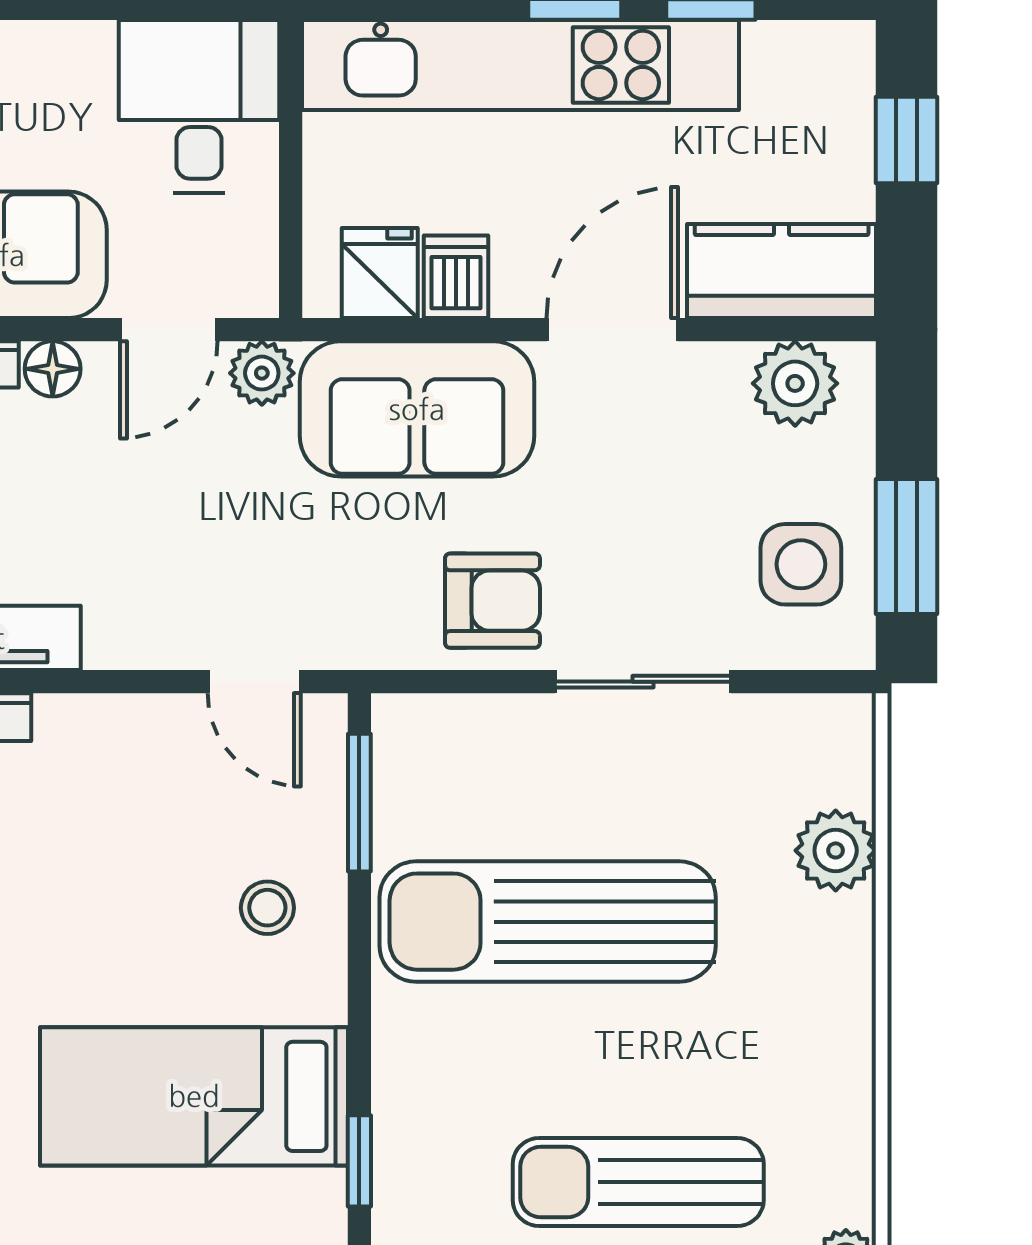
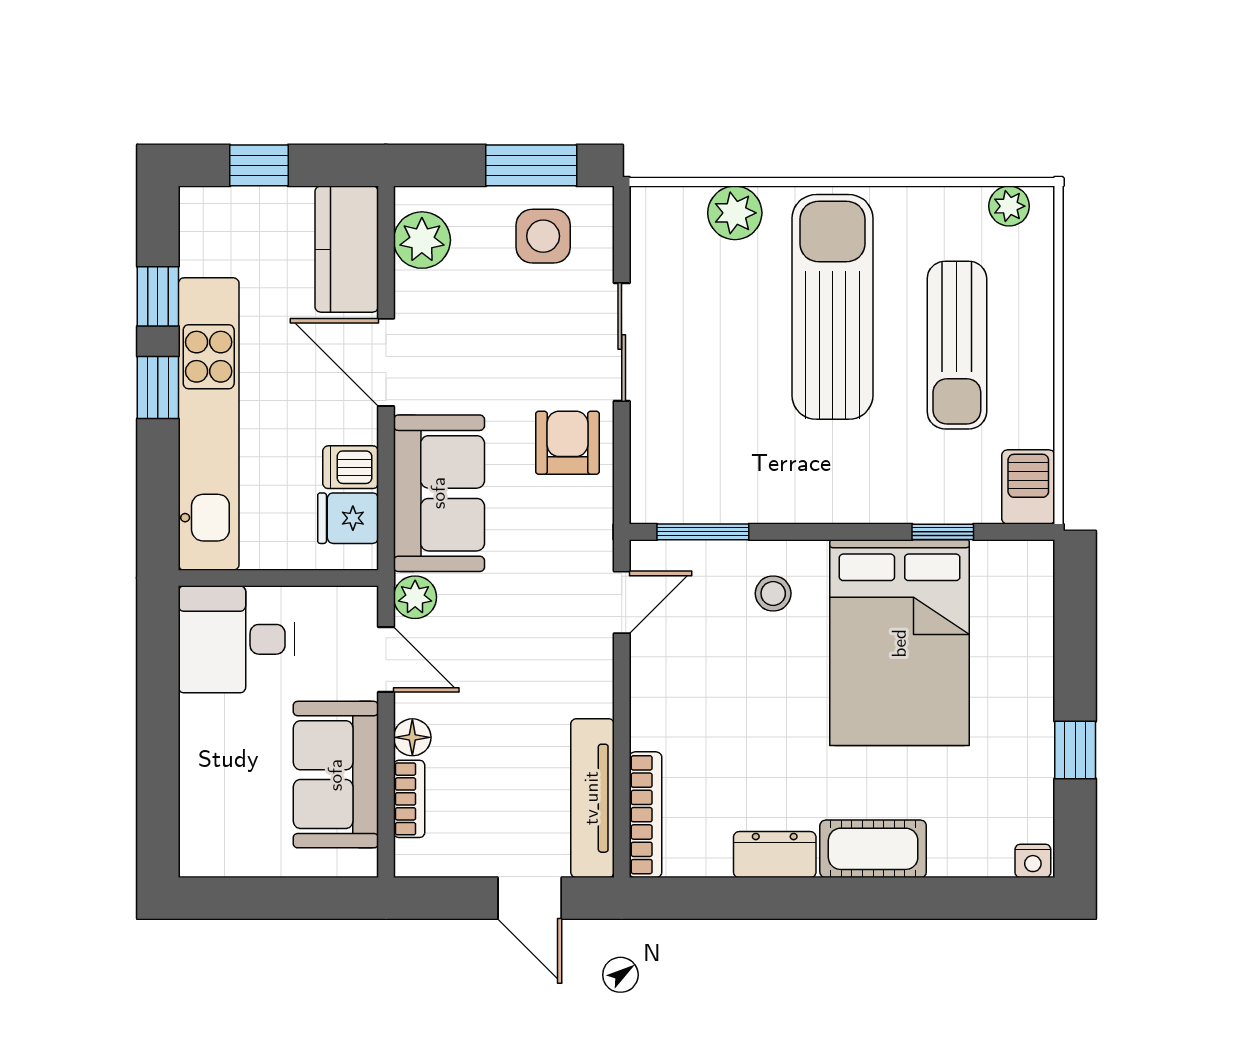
sun lounger: (548, 922) -> (832, 307), moved, turned 180
bed: (194, 1096) -> (900, 643), width x1.50

